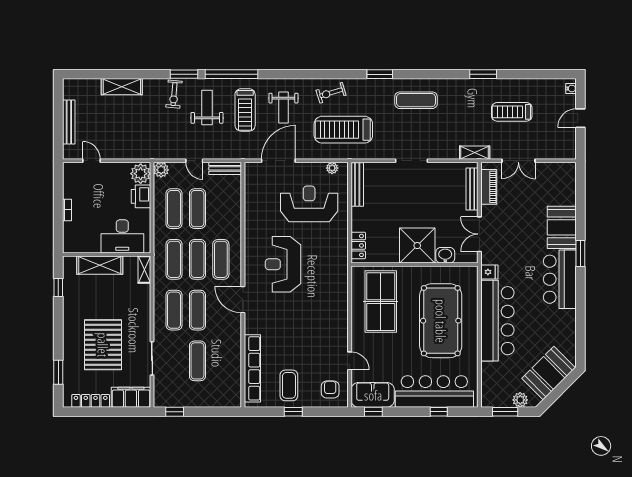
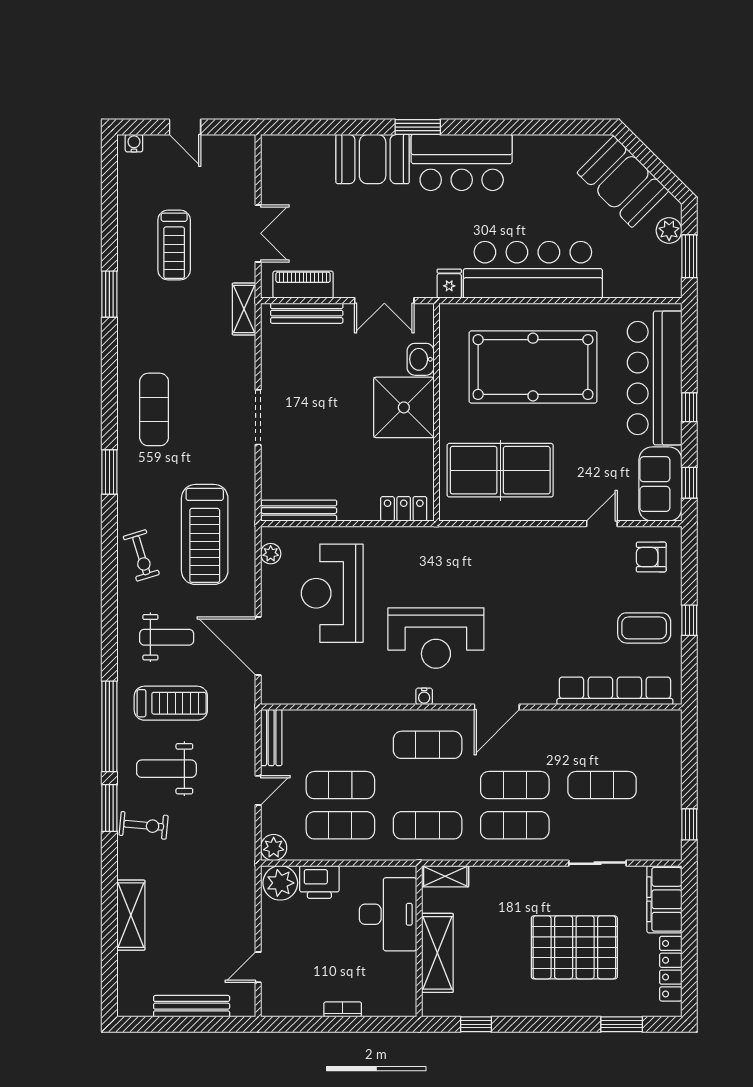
water cooler: (249, 257) -> (424, 696), added
exercise mat: (197, 259) -> (428, 785), removed
window: (439, 412) -> (689, 407), moved

